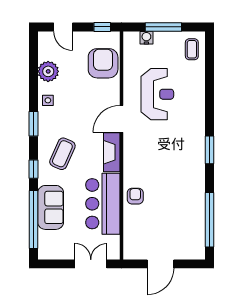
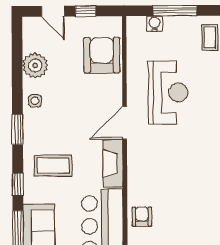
window: (102, 27) -> (86, 11), moved
coffee table: (62, 154) -> (53, 166), turned 66

